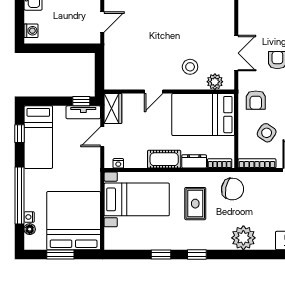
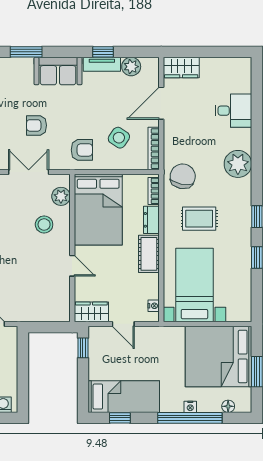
tv unit: (83, 112) -> (96, 346), removed
nightstand: (29, 217) -> (190, 407), moved

